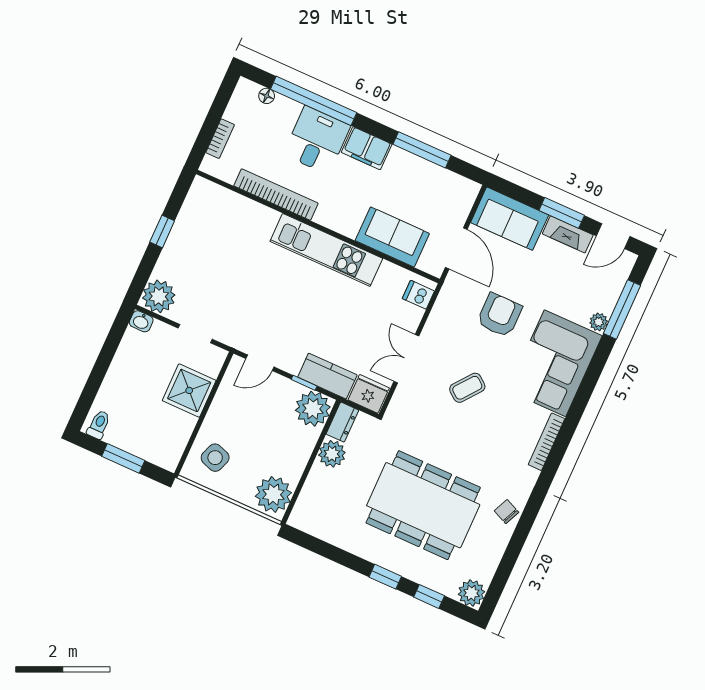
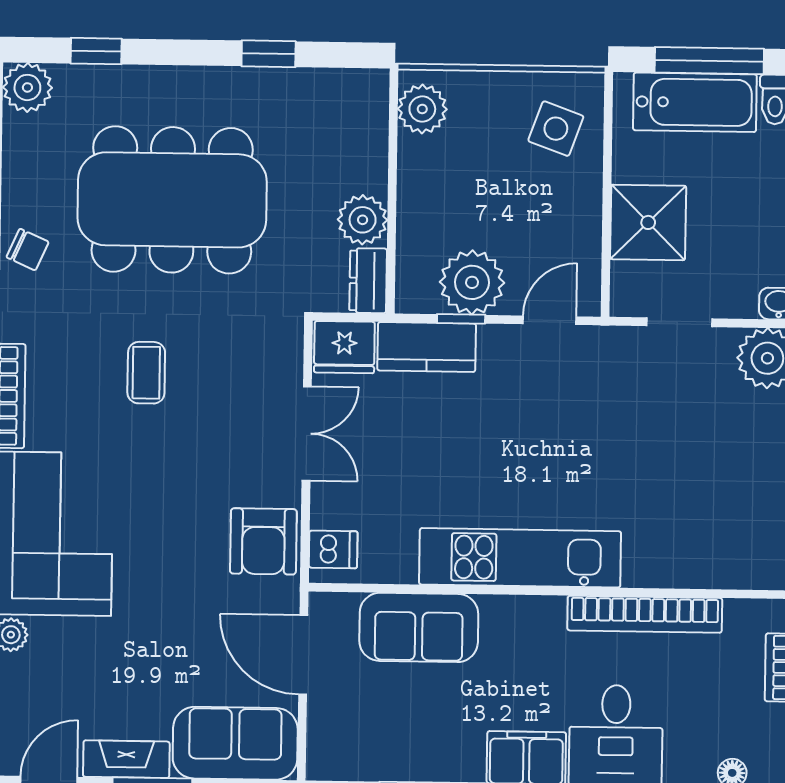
armchair: (499, 315) -> (263, 541), moved
coffee table: (467, 388) -> (146, 373), moved, turned -38
plant: (313, 409) -> (472, 282), moved
bathtub: (140, 441) -> (695, 102), added
window: (123, 458) -> (709, 61), width x1.44
plant: (273, 494) -> (422, 109), width x0.73, depth x0.73
window: (385, 577) -> (269, 54), moved

